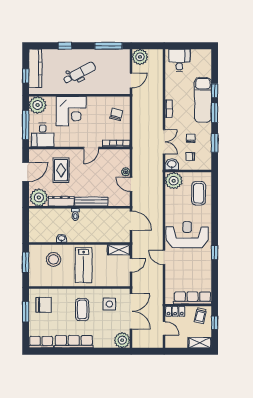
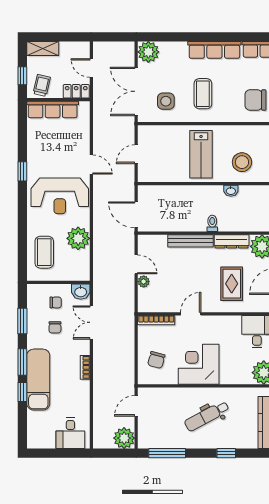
corner desk: (71, 111) -> (199, 364), moved
plant: (174, 181) -> (78, 238), moved
shelving: (119, 250) -> (153, 175), removed
lab bench: (84, 265) -> (201, 154), turned 180

